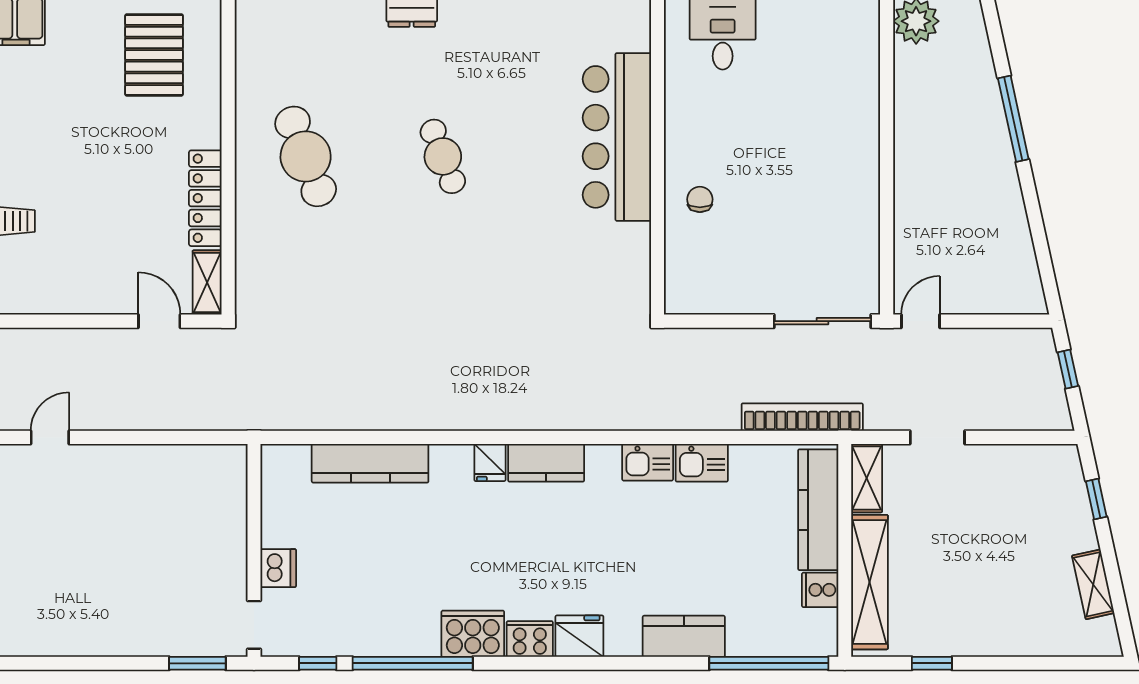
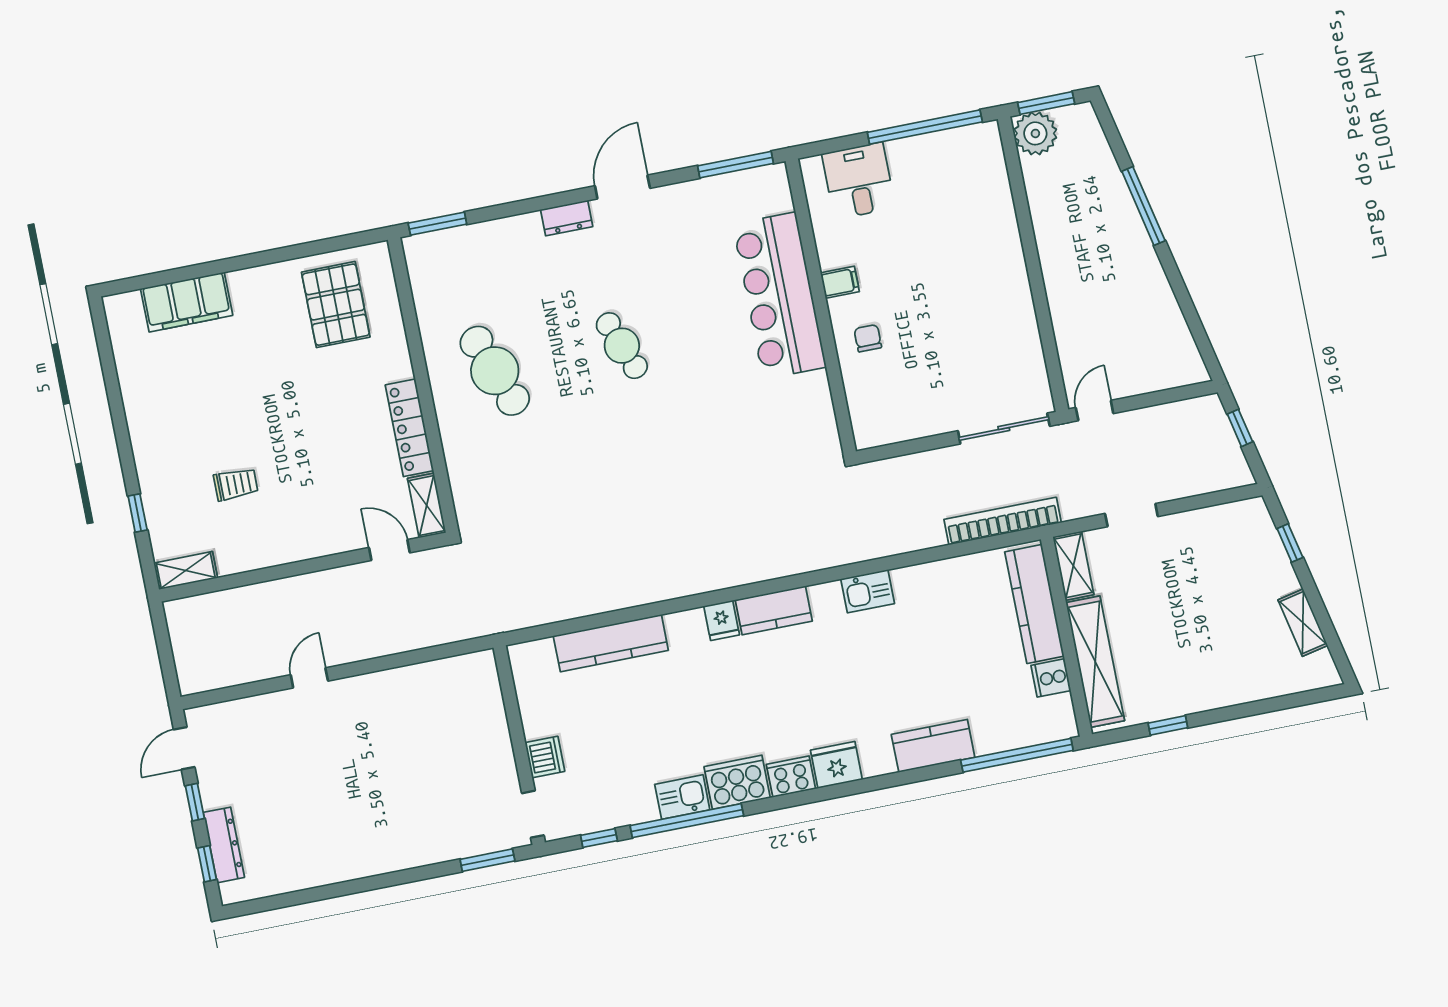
filing cabinet: (682, 135) -> (840, 282), added
kitchen sink: (702, 463) -> (682, 797), moved, turned 180

